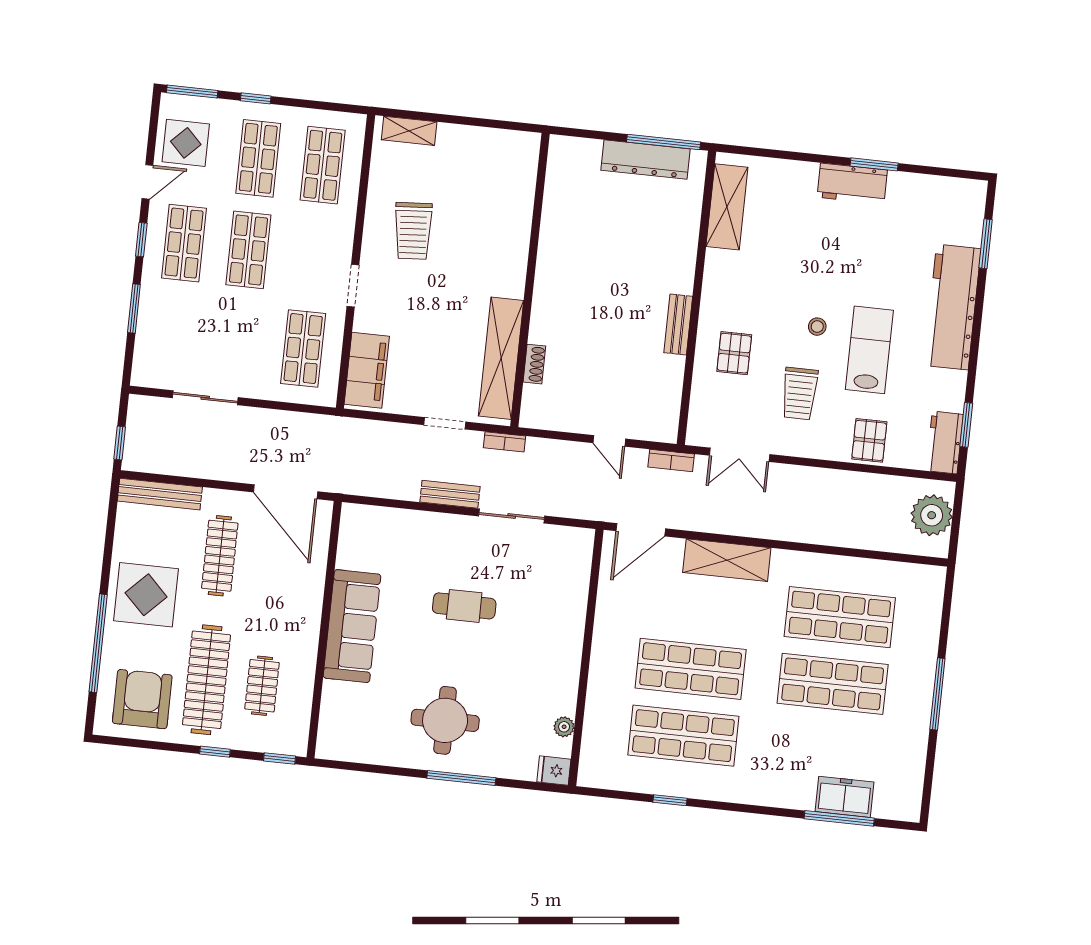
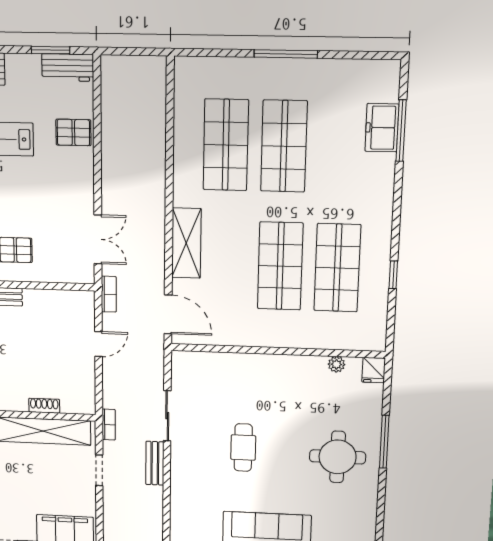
trolley: (800, 394) -> (42, 194), removed
plant: (932, 515) -> (131, 73), removed

